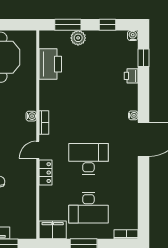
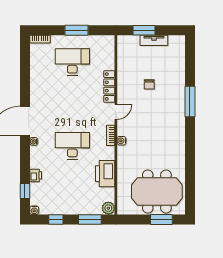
plant: (78, 38) -> (108, 208), moved
printer: (50, 64) -> (105, 174), moved
desk: (88, 159) -> (72, 146), moved, turned 180
locker: (46, 173) -> (109, 86), width x1.53
filing cabinet: (53, 230) -> (103, 43), removed

